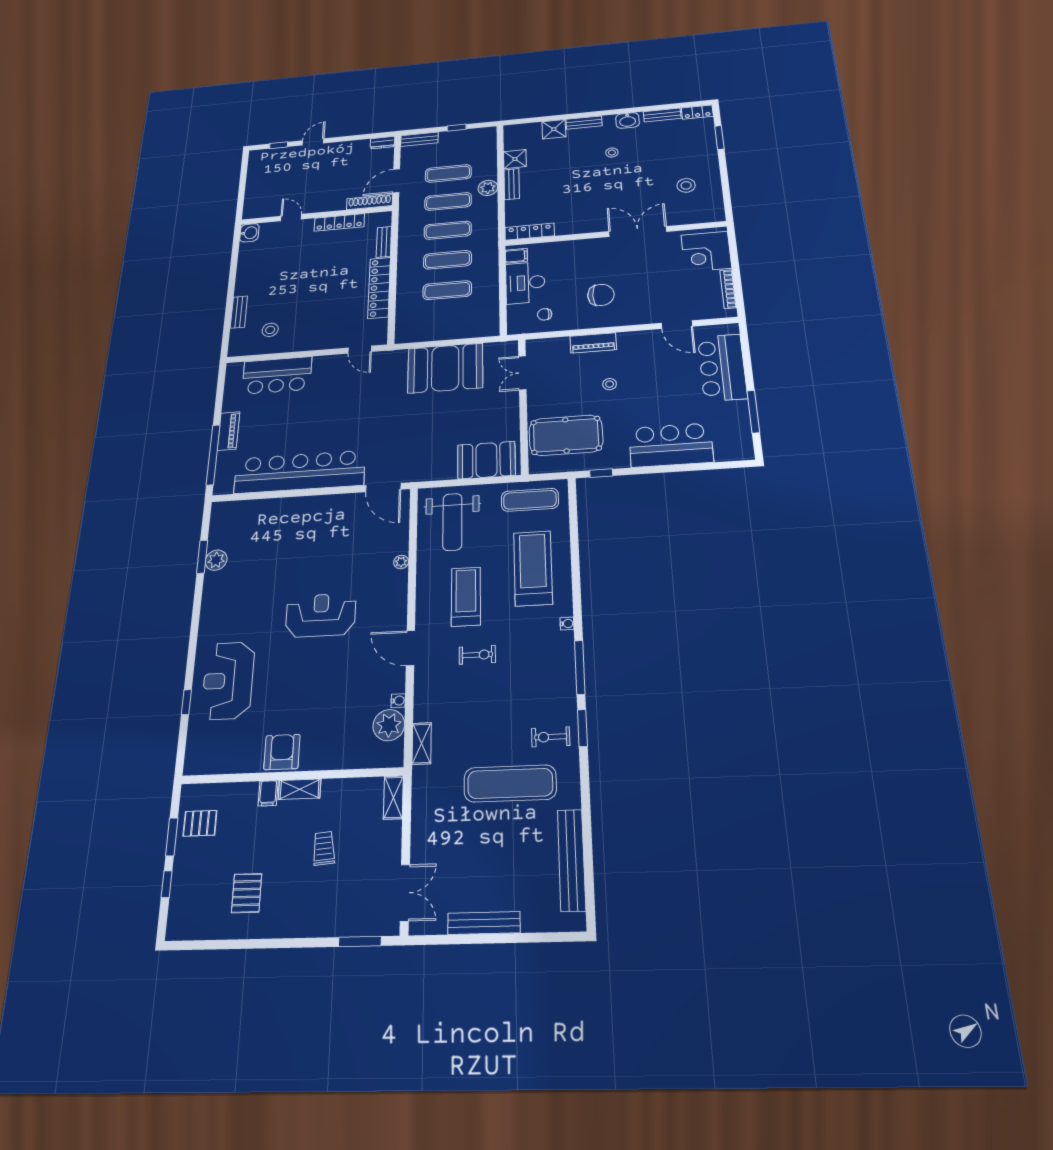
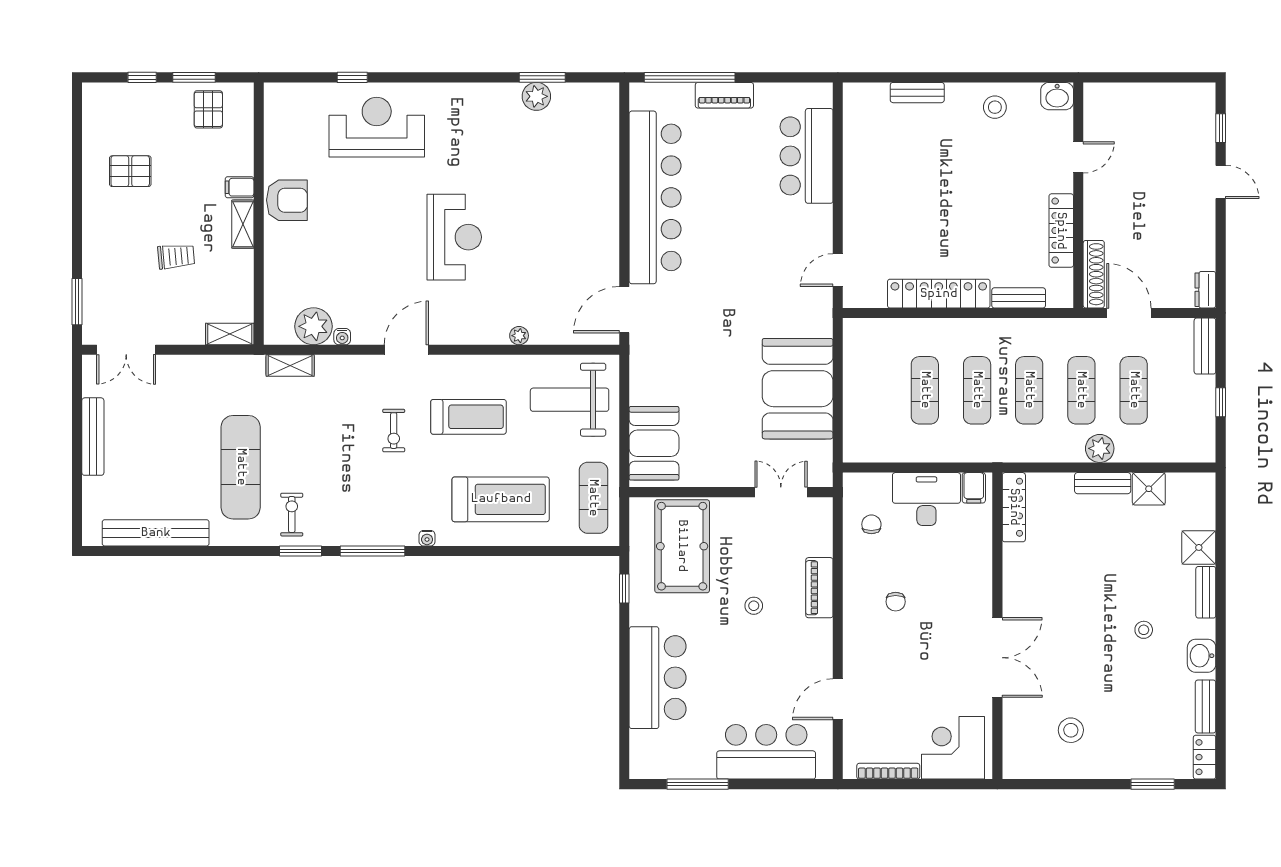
chair: (601, 295) -> (896, 602), width x0.54, depth x0.54
stool: (270, 330) -> (995, 107), moved

